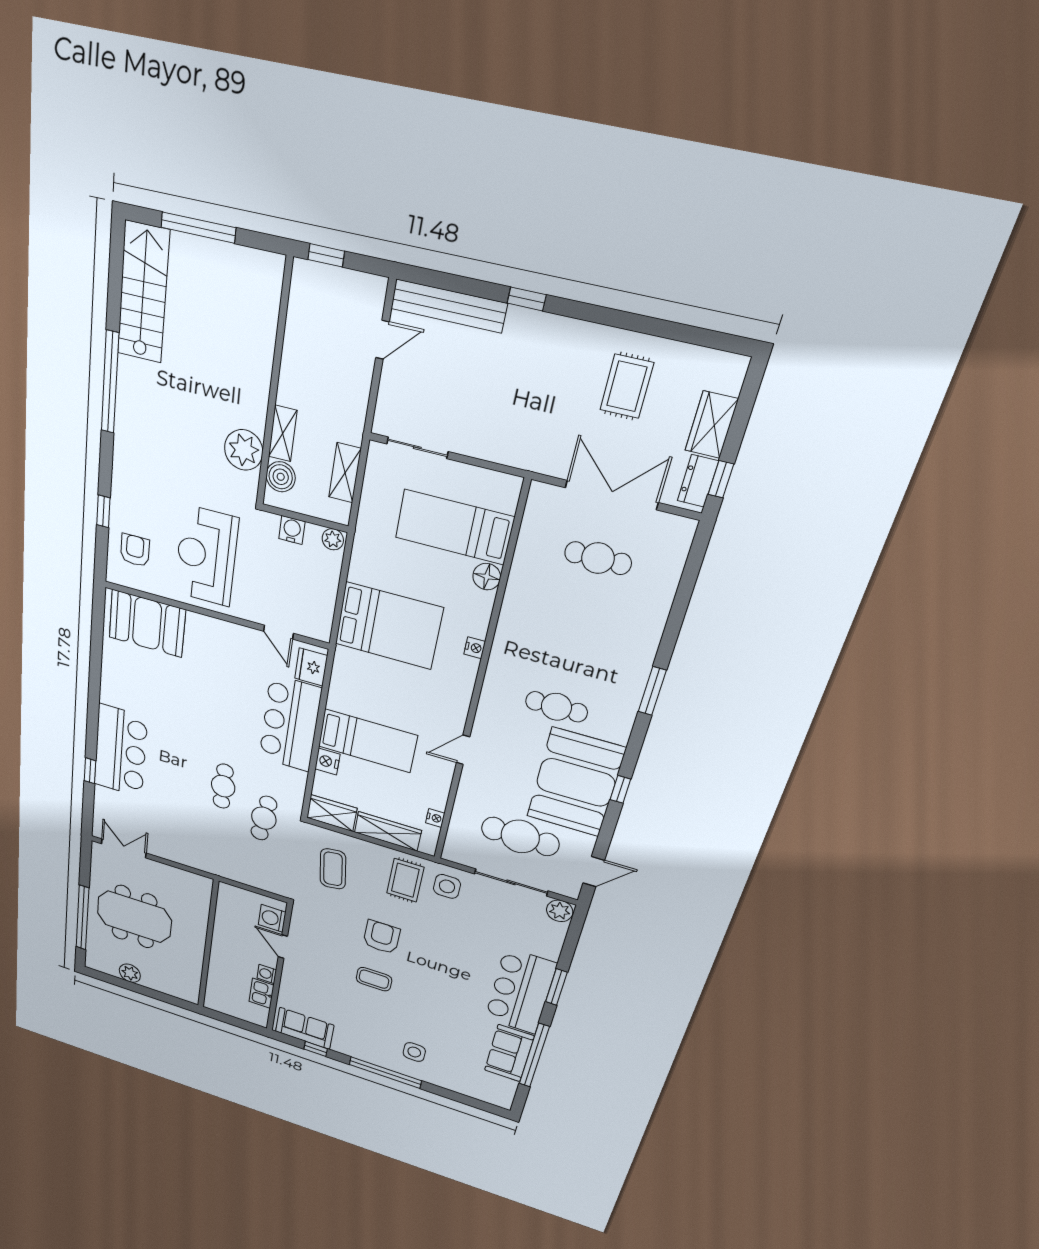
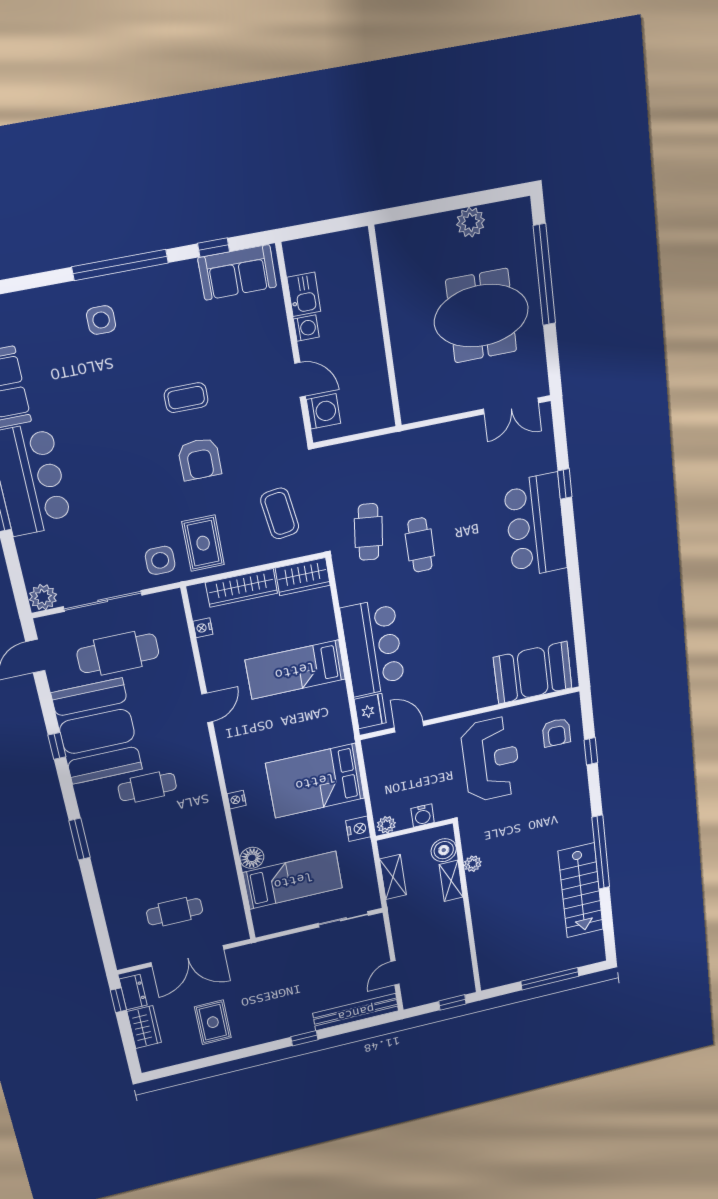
stairs: (143, 293) -> (581, 891), moved
plant: (244, 450) -> (473, 864), width x0.53, depth x0.53
nightstand: (327, 762) -> (358, 829), moved

